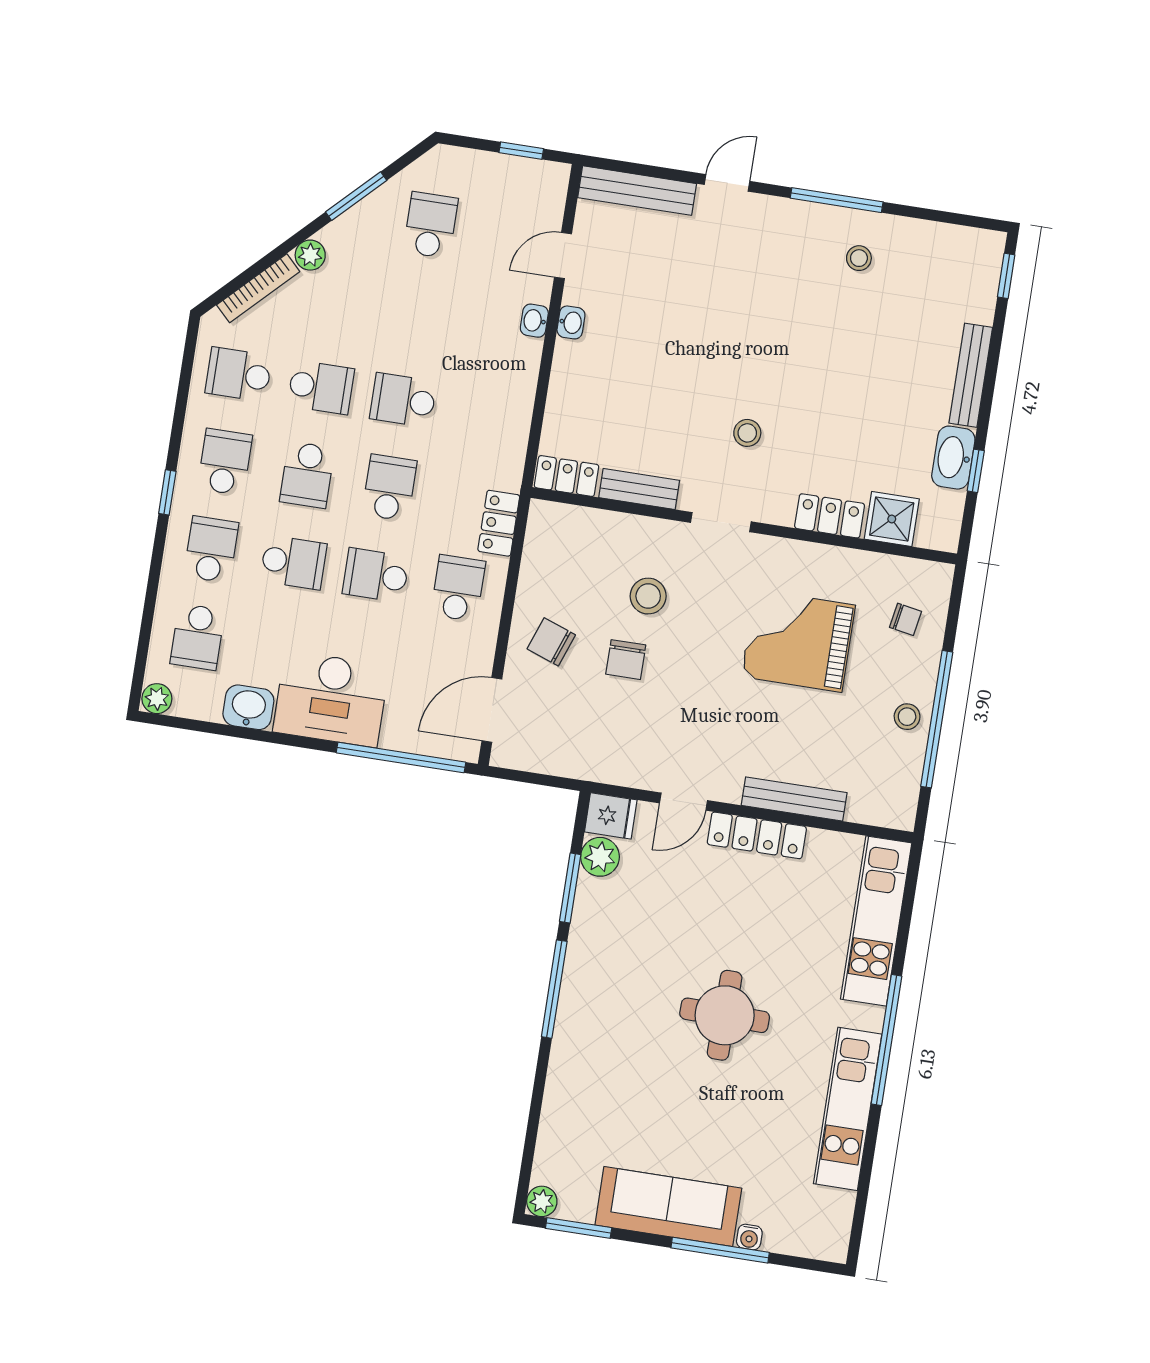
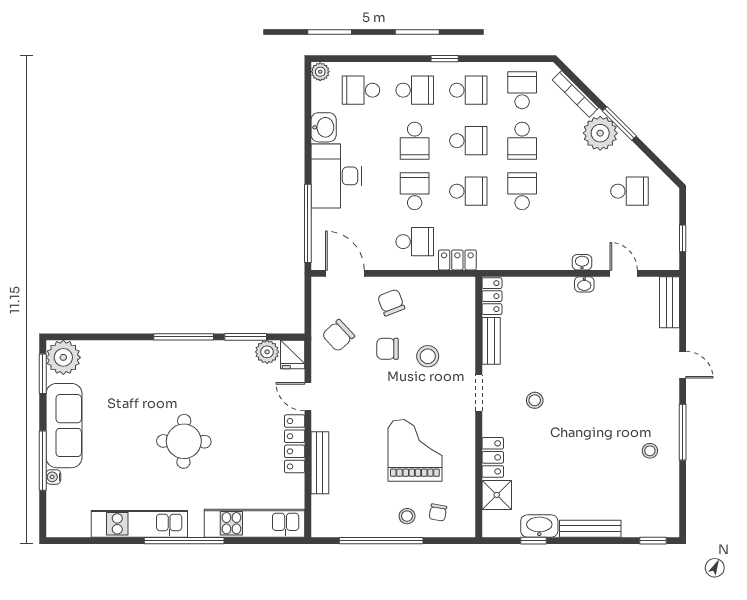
bench: (637, 191) -> (669, 302), width x0.73
window: (356, 196) -> (619, 124), moved
plant: (310, 255) -> (600, 133), width x1.88, depth x1.88
school desk: (307, 475) -> (468, 141), turned 180
chair: (551, 642) -> (391, 303), turned -41
stool: (907, 717) -> (407, 516), moved
chair: (591, 736) -> (338, 335), added
plant: (542, 1201) -> (63, 357), width x1.87, depth x1.87

